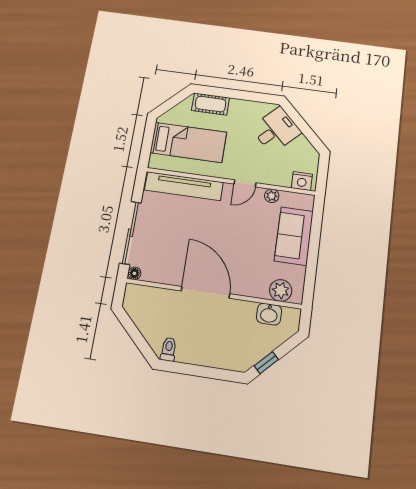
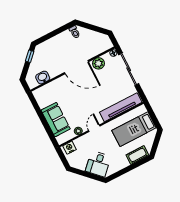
plant: (281, 290) -> (99, 63), moved

